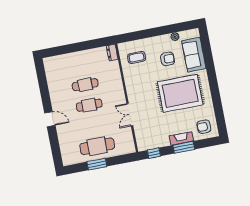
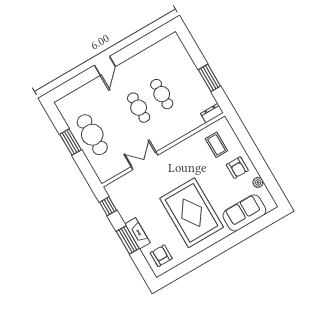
window: (86, 45) -> (209, 78), added
armchair: (168, 59) -> (237, 168), moved

